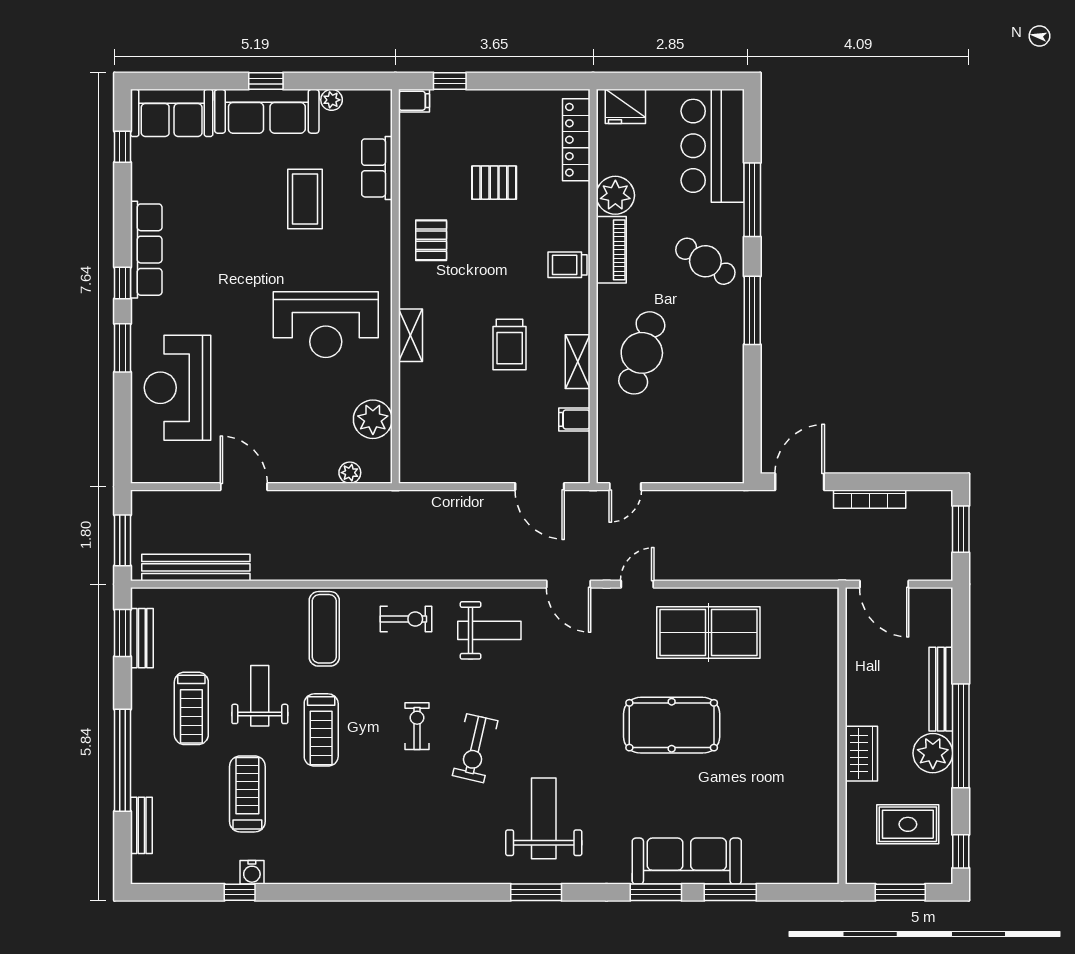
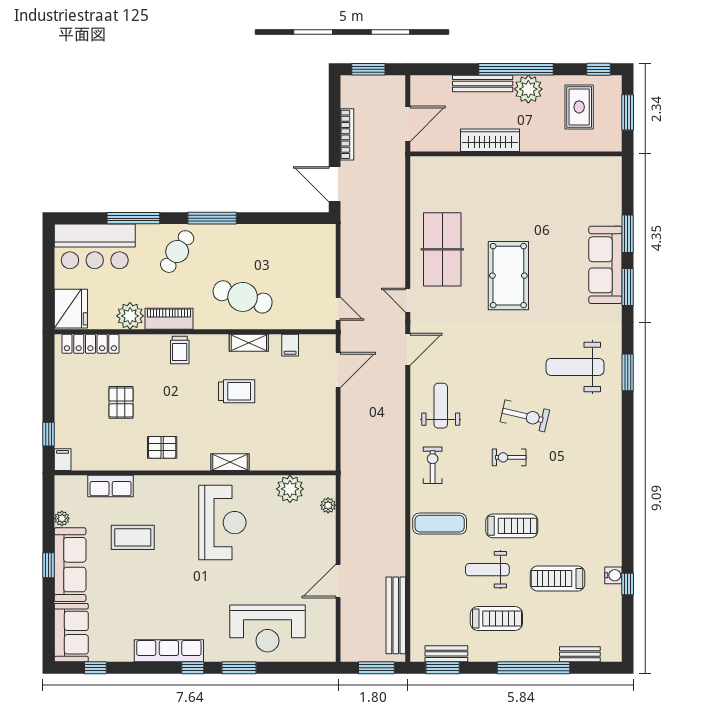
fridge: (625, 106) -> (71, 309), width x1.36, depth x1.34
wardrobe: (861, 754) -> (490, 140), moved, width x1.50

